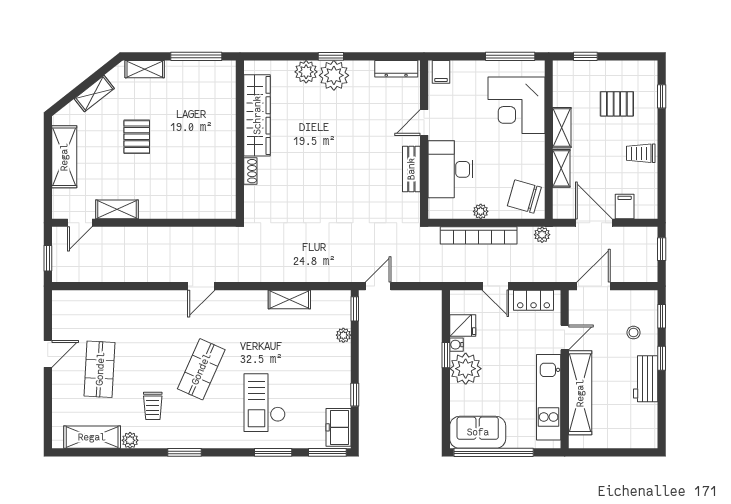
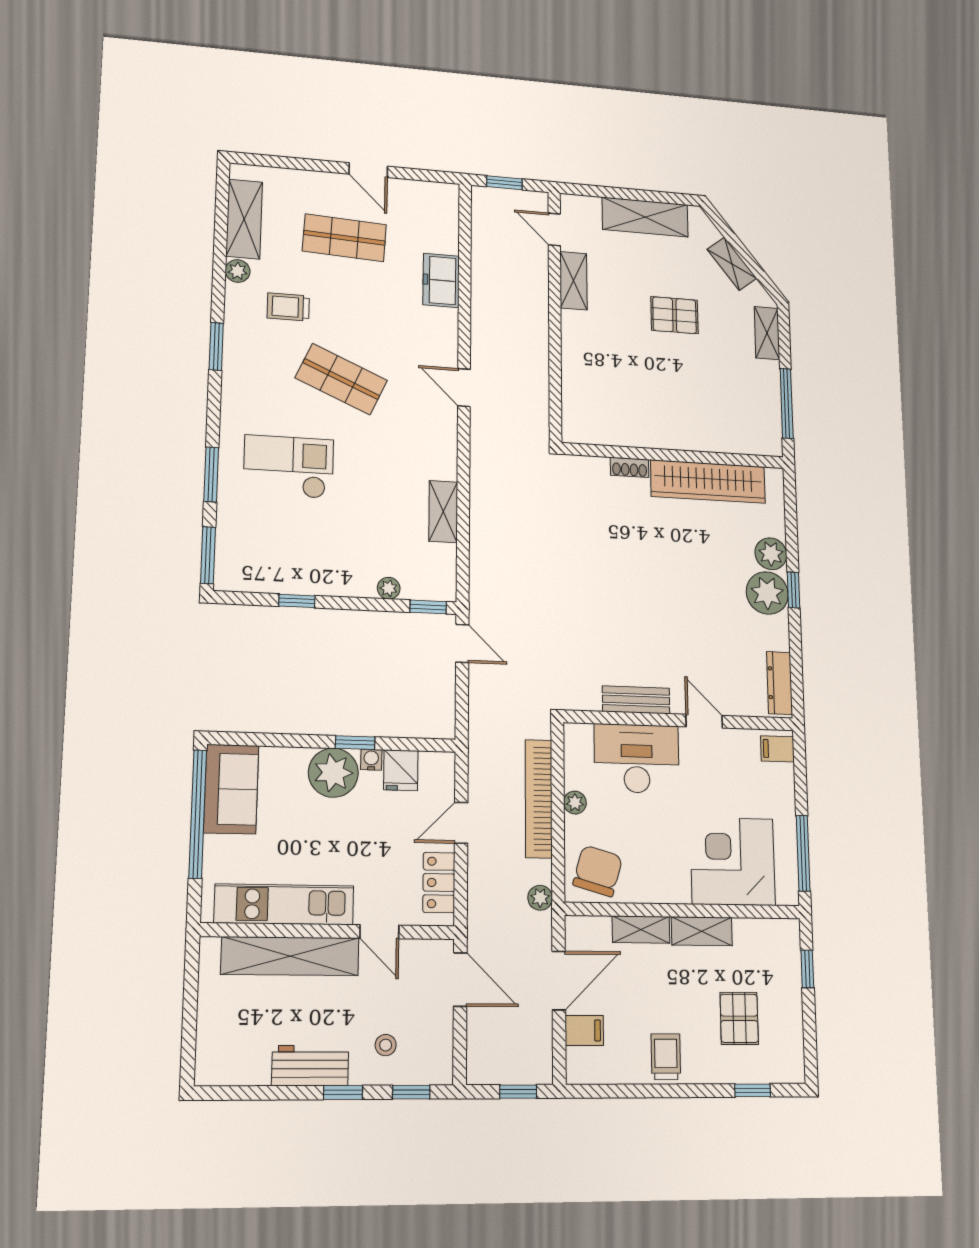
freezer: (338, 427) -> (441, 280), moved, turned -90

